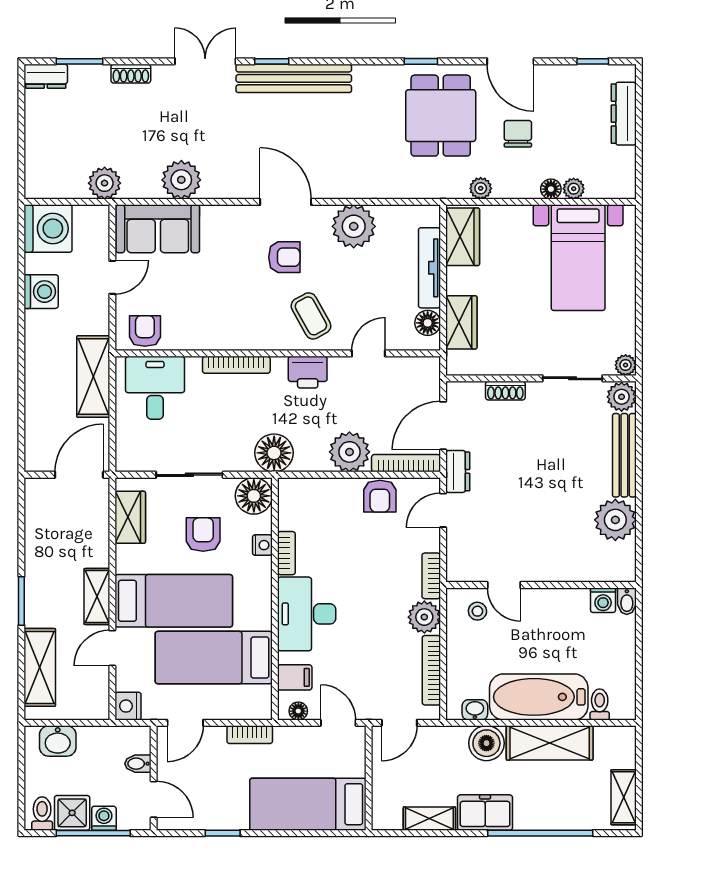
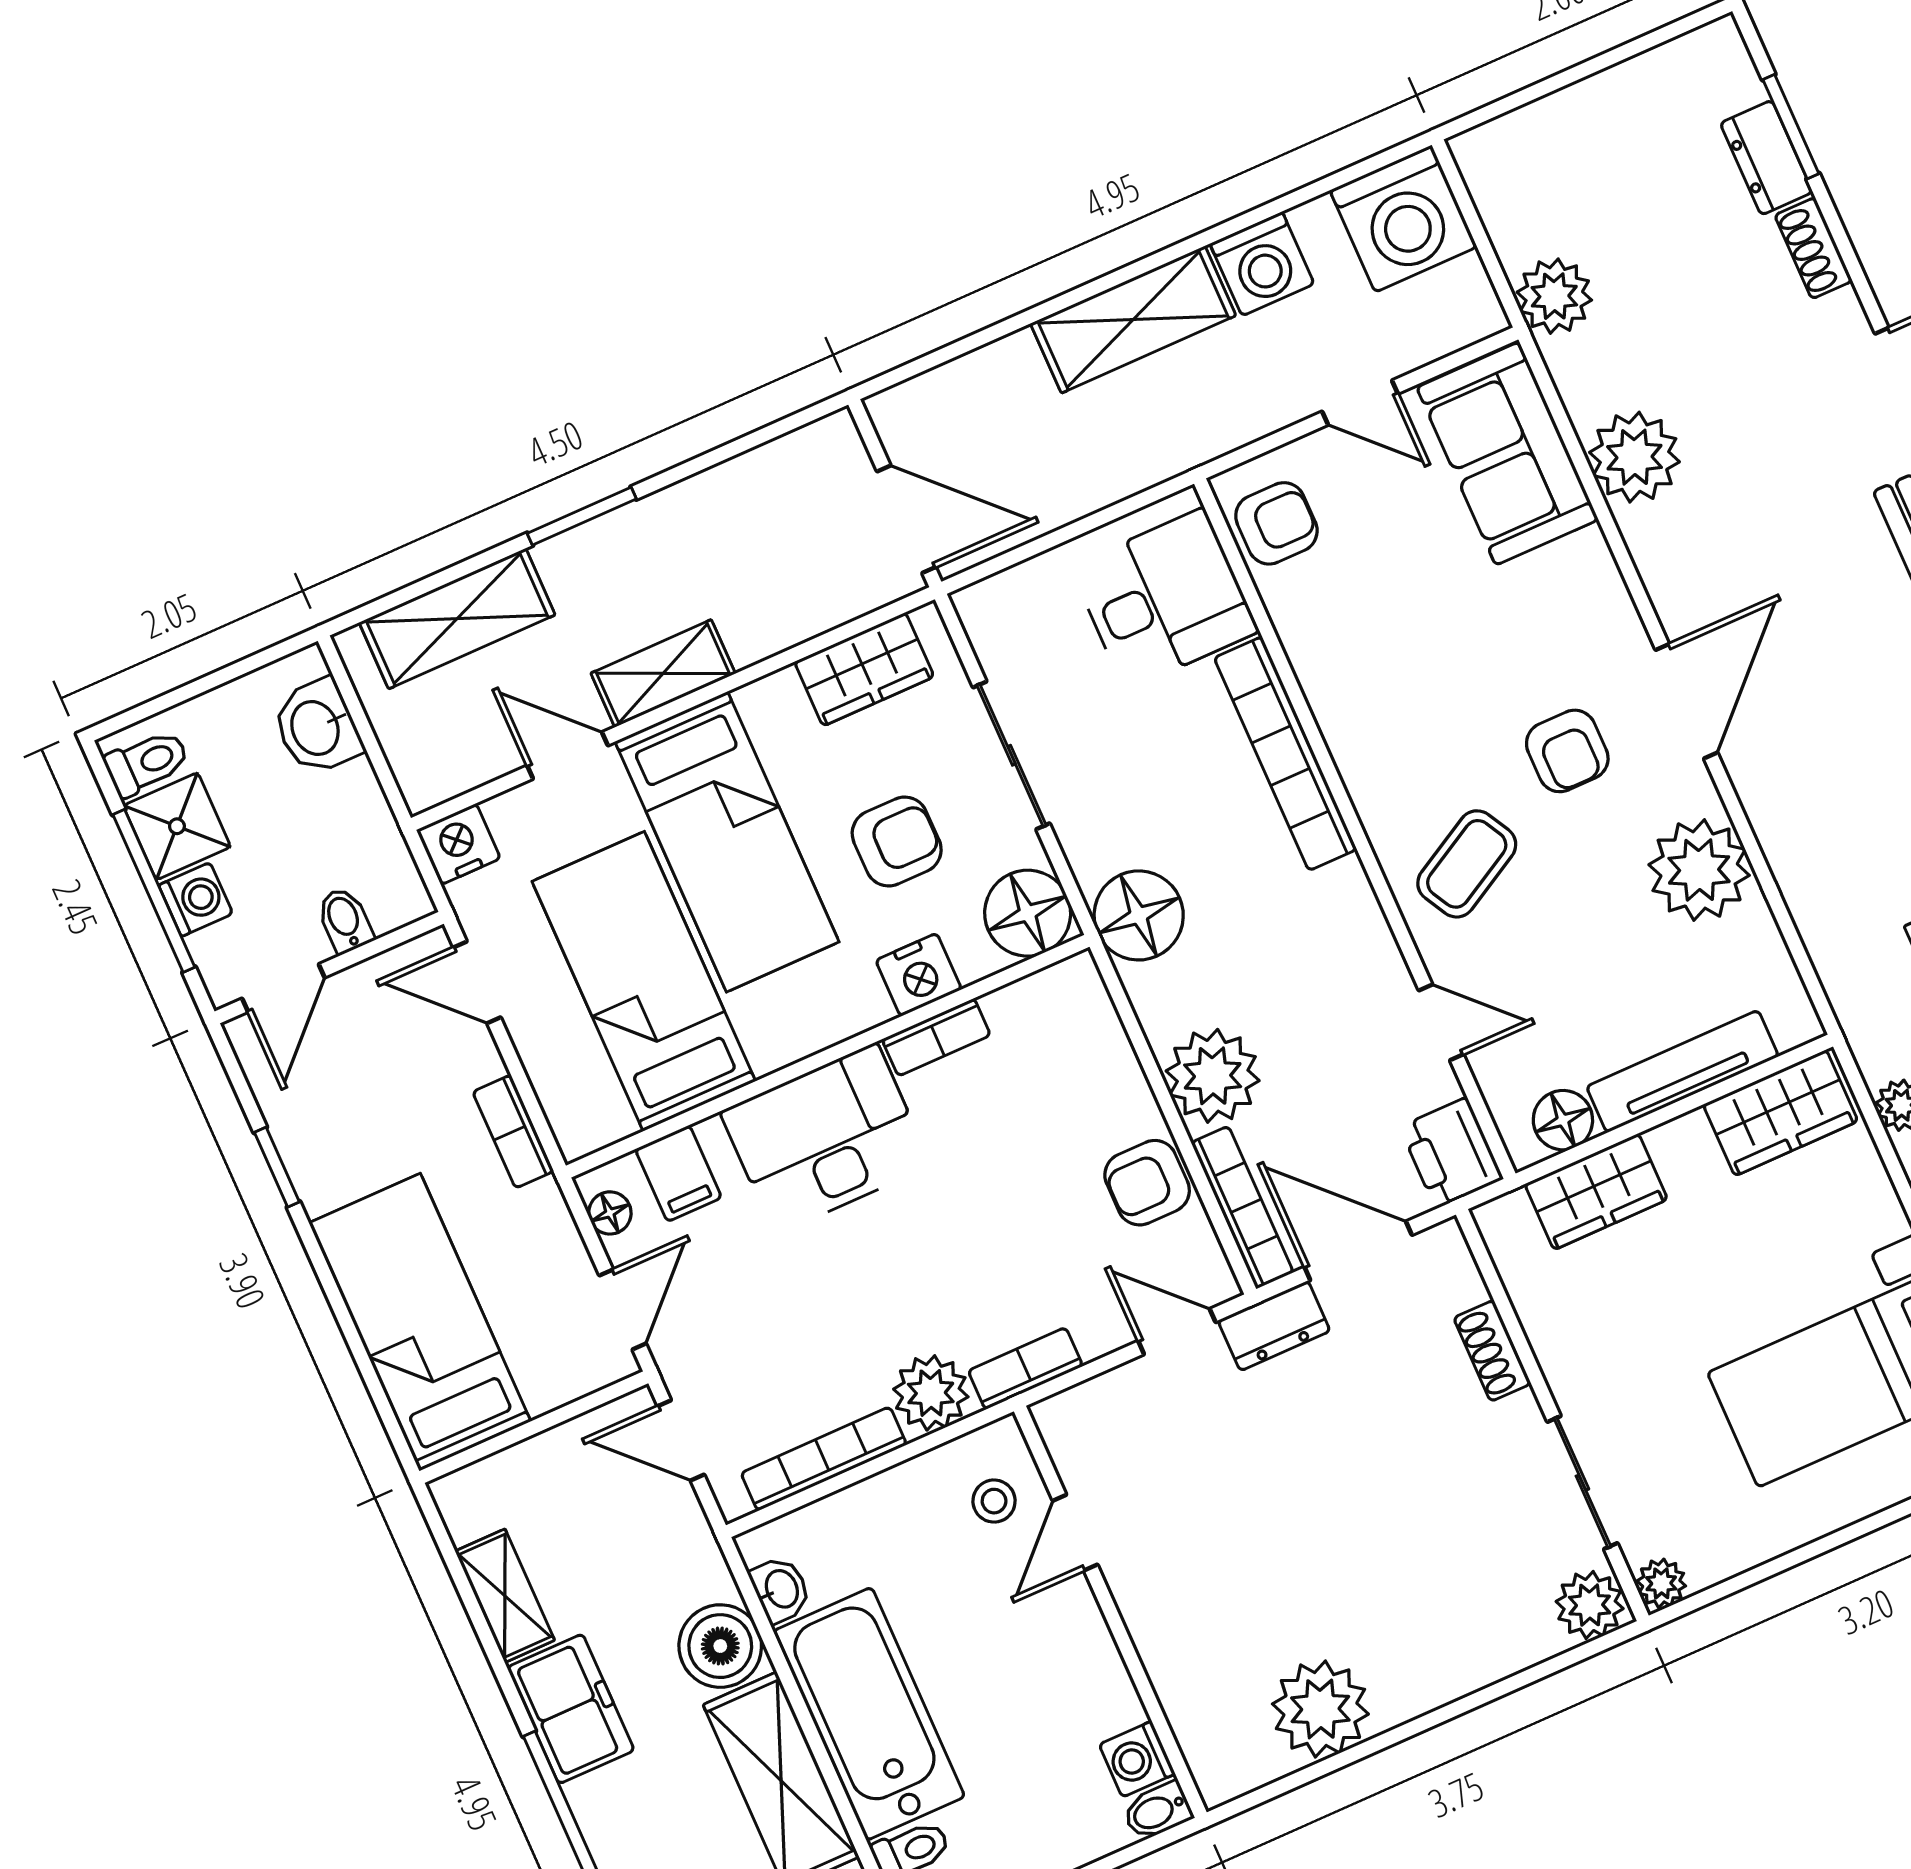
dresser: (46, 76) -> (1766, 158), moved
bookcase: (236, 365) -> (1285, 754), width x1.48, depth x1.31
printer: (308, 372) -> (1451, 1153), moved
shelving: (93, 377) -> (1133, 320), moved
bench: (624, 455) -> (1467, 1667), removed
nightstand: (262, 545) -> (919, 975), width x1.39, depth x1.35

